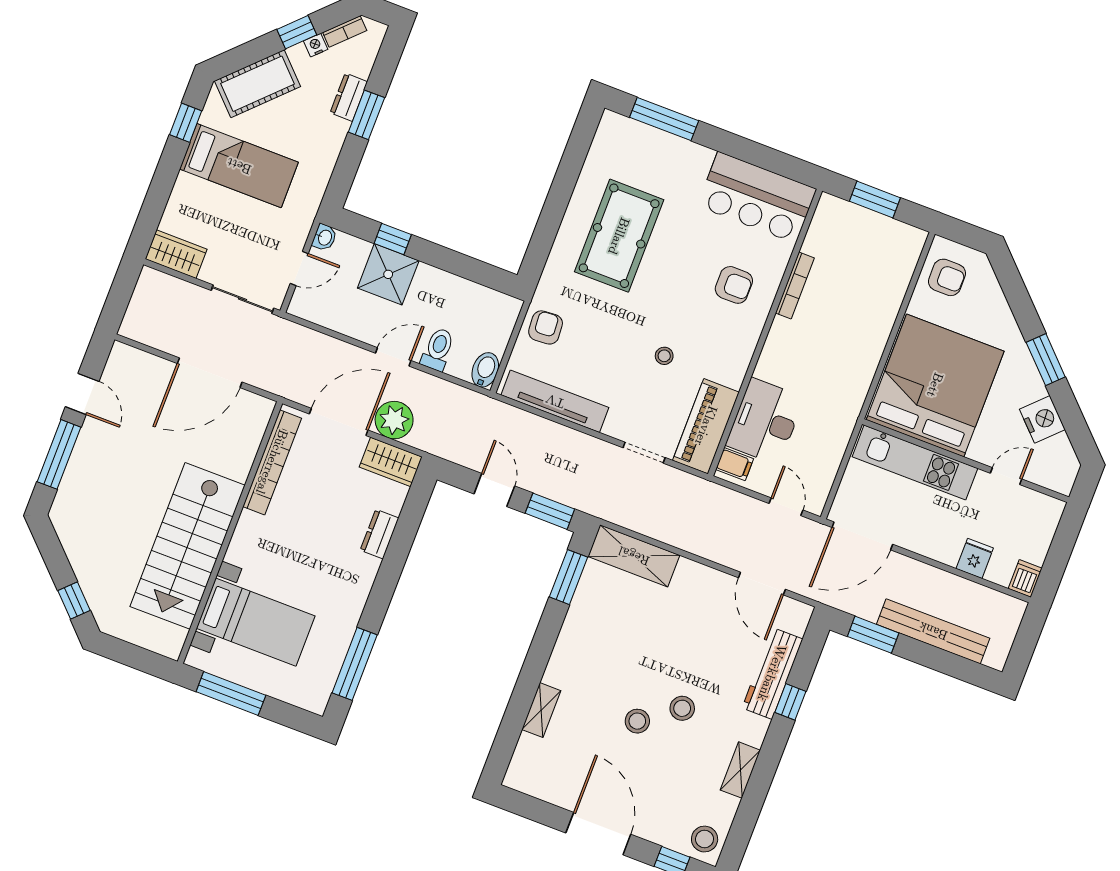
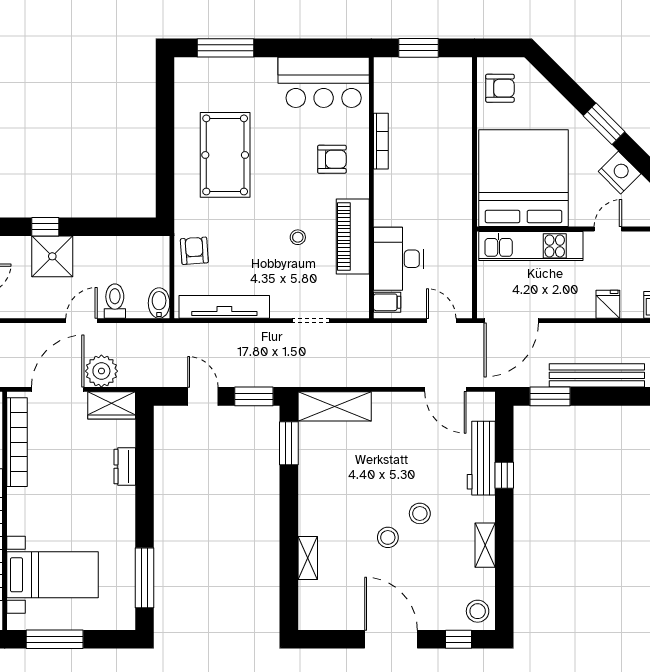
piano: (706, 426) -> (353, 236), moved

